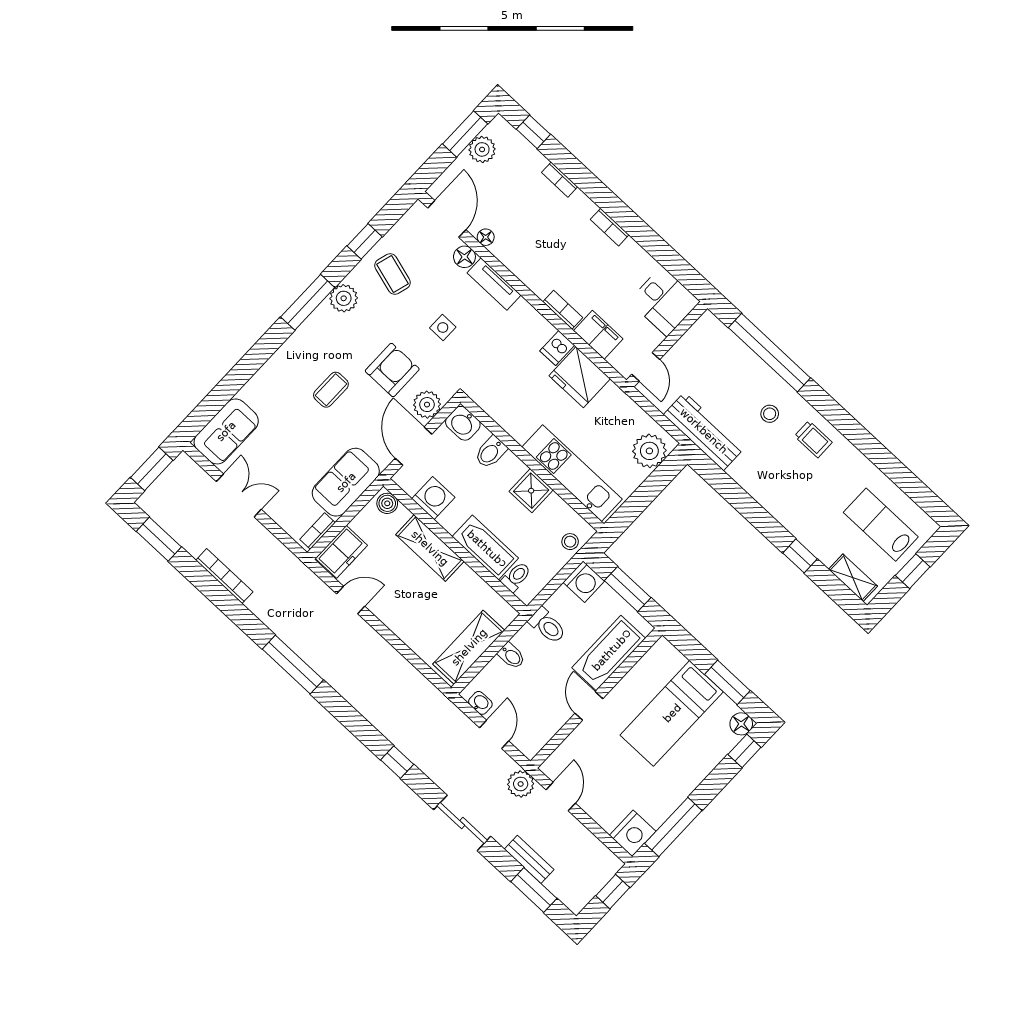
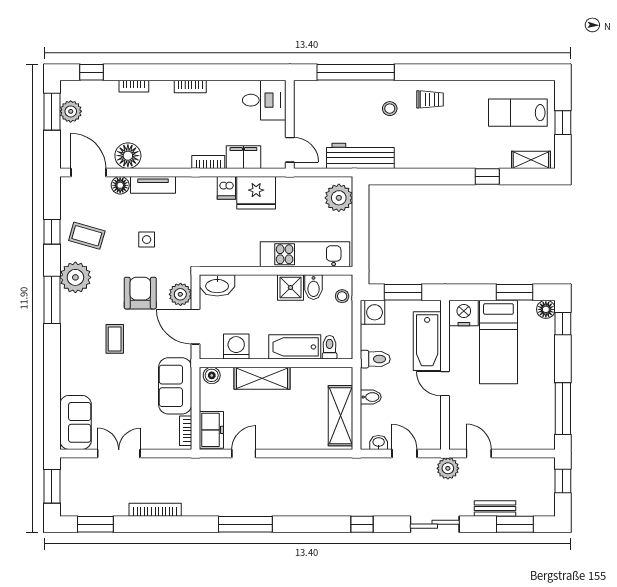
floor lamp: (486, 237) -> (128, 156), width x1.89, depth x1.89
plant: (344, 298) -> (75, 277), width x1.36, depth x1.36
washbasin: (463, 423) -> (217, 285), width x1.38
bidet: (491, 452) -> (314, 287), moved
nightstand: (633, 833) -> (464, 313), moved, turned -90

